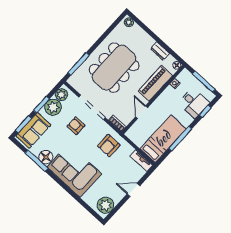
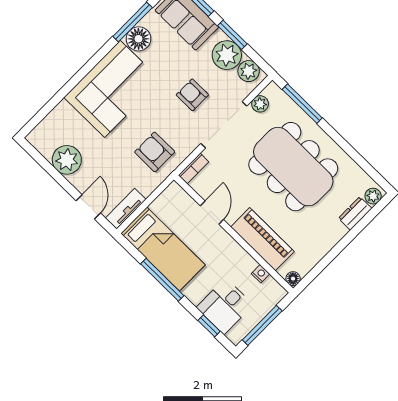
dresser: (160, 51) -> (355, 213), moved
plant: (80, 88) -> (260, 104), added
door: (142, 112) -> (212, 213), hinge flipped
armchair: (76, 126) -> (192, 95), turned -90
door: (133, 190) -> (88, 207), moved
plant: (106, 205) -> (67, 160), moved

